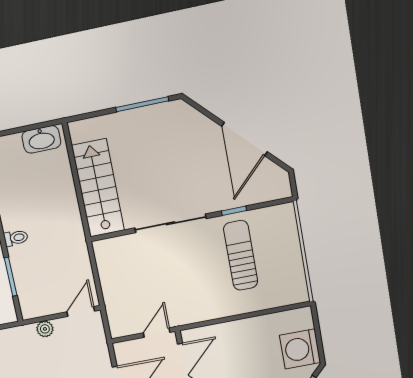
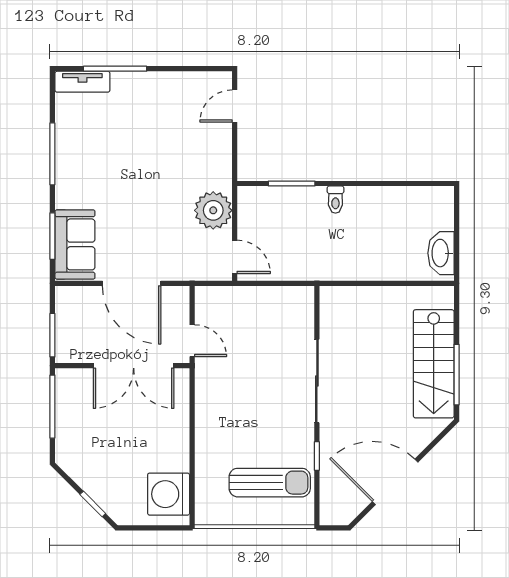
stairs: (98, 188) -> (434, 364), moved, turned 90
sun lounger: (241, 255) -> (270, 483), moved
plant: (45, 329) -> (213, 210), width x1.88, depth x1.88
washing machine: (300, 349) -> (169, 494), moved, turned -90

